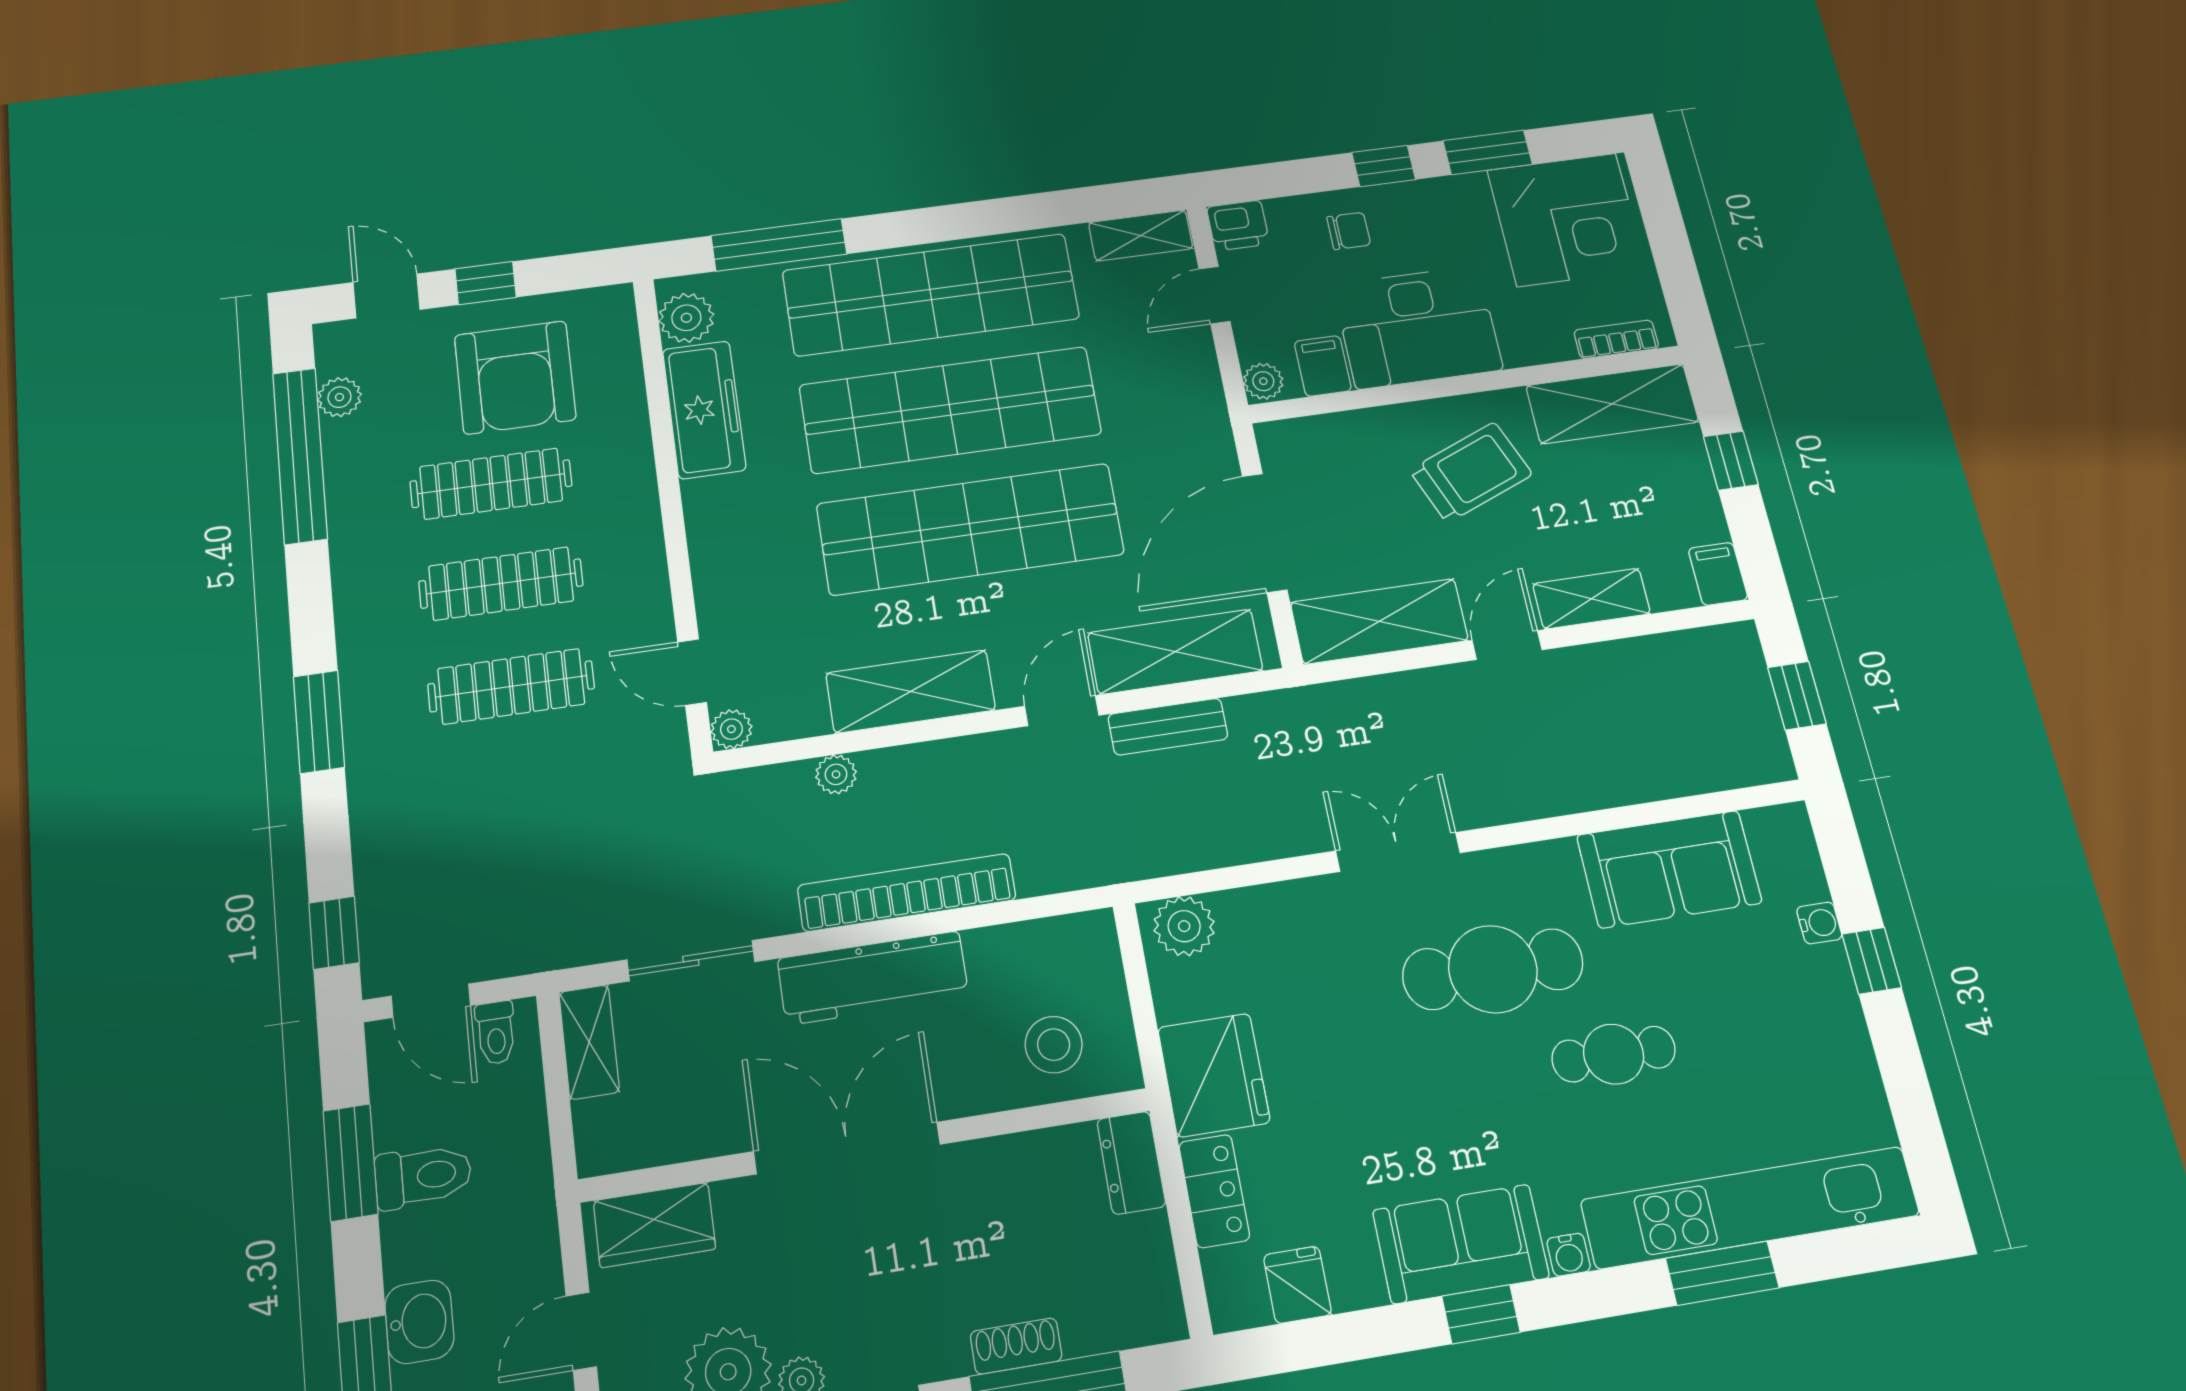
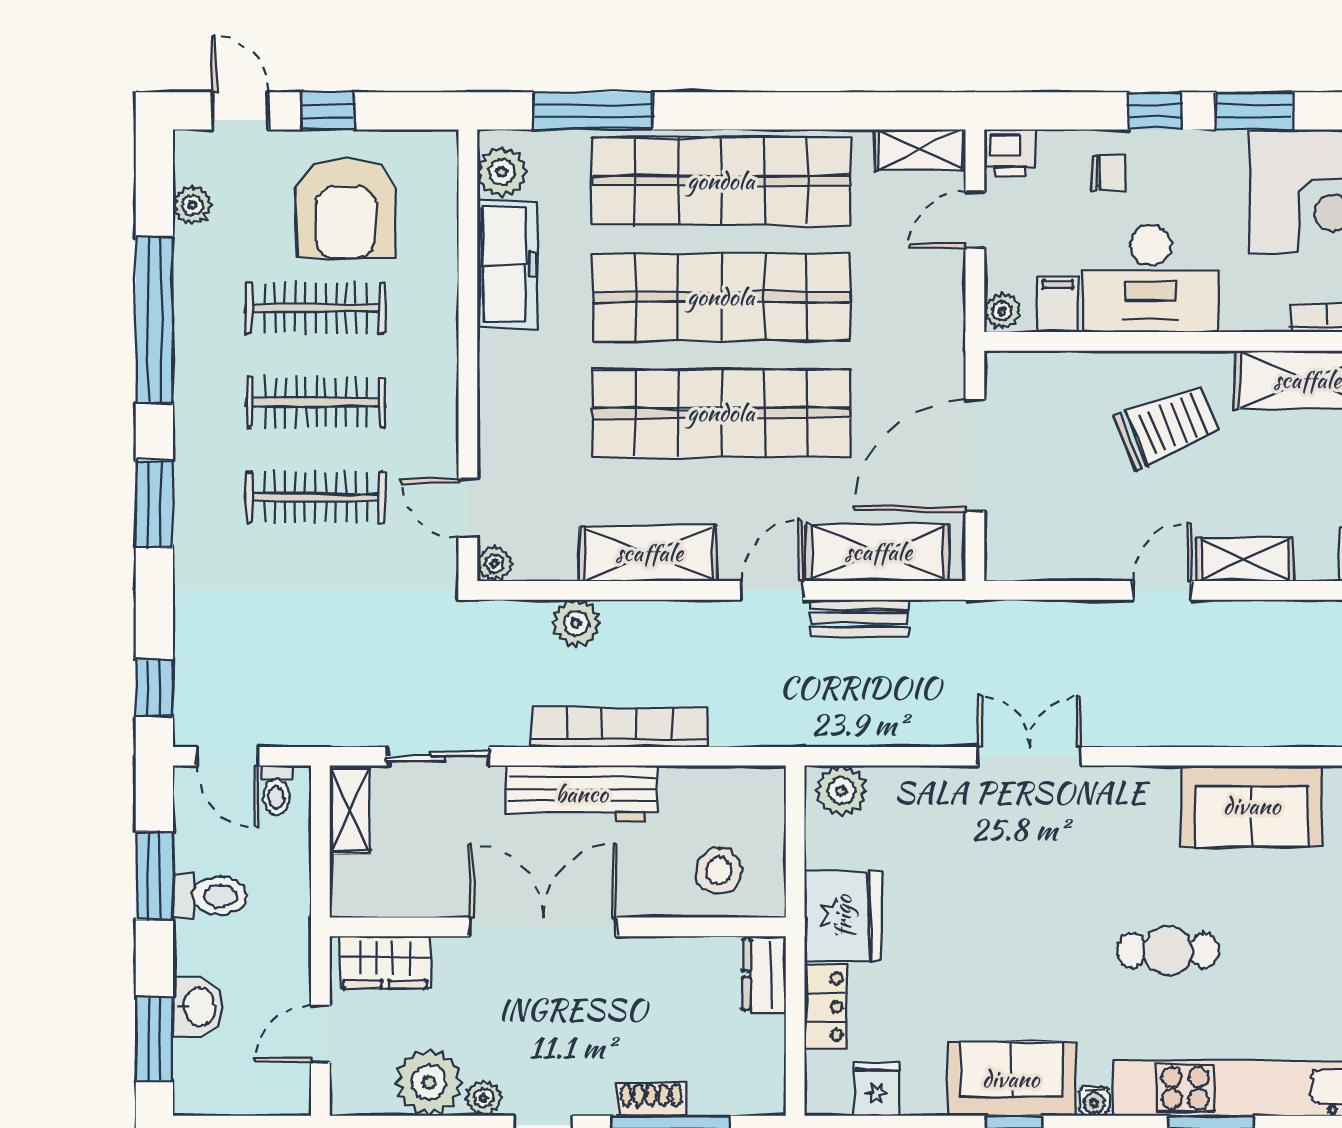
window: (300, 456) -> (154, 320), moved
shelving: (1379, 621) -> (1057, 552), removed
plant: (836, 774) -> (576, 623), width x1.38, depth x1.38
cafe table: (1493, 969) -> (1086, 866), removed

